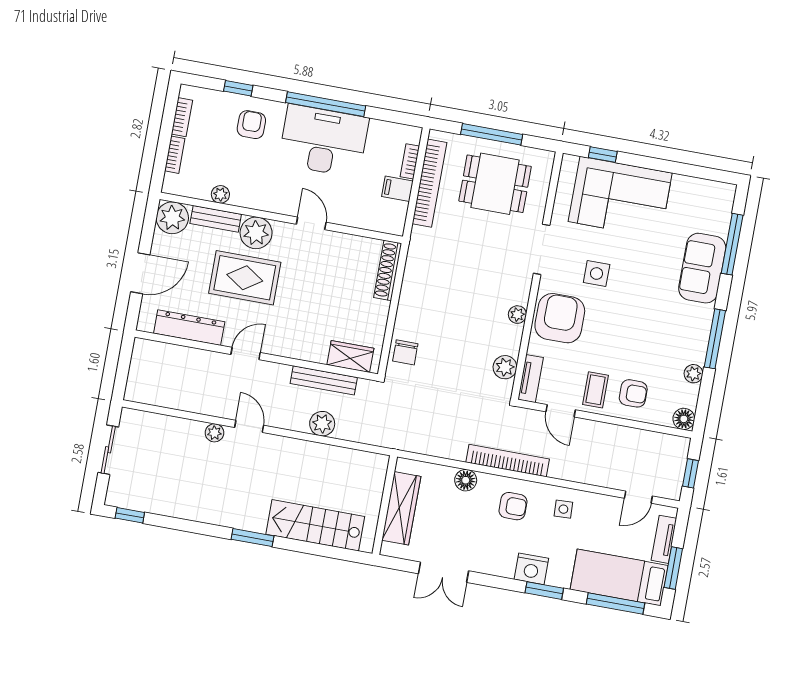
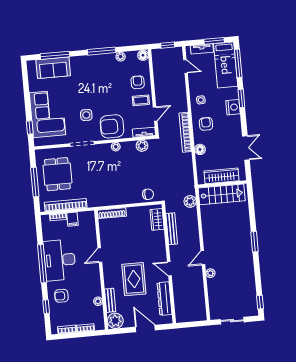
plant: (256, 233) -> (111, 280), removed
sofa: (702, 268) -> (53, 68), moved
plant: (322, 424) -> (190, 201), moved
stairs: (315, 525) -> (222, 194), moved, turned -90

